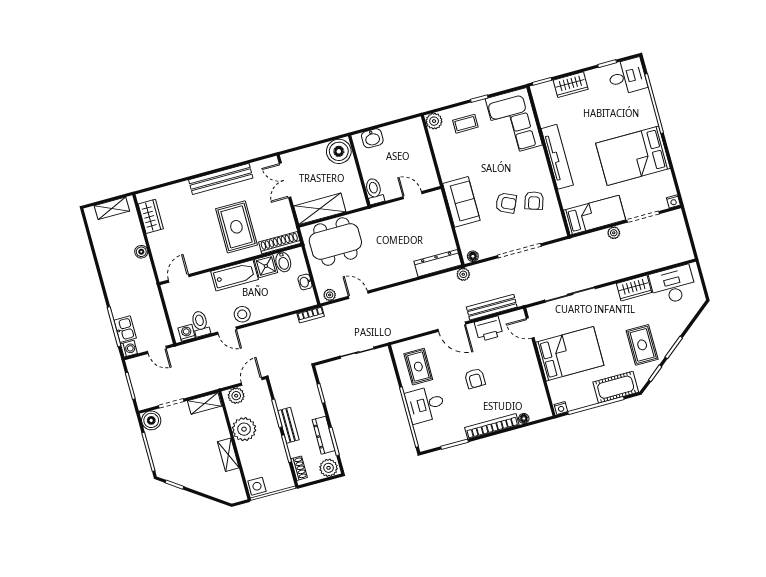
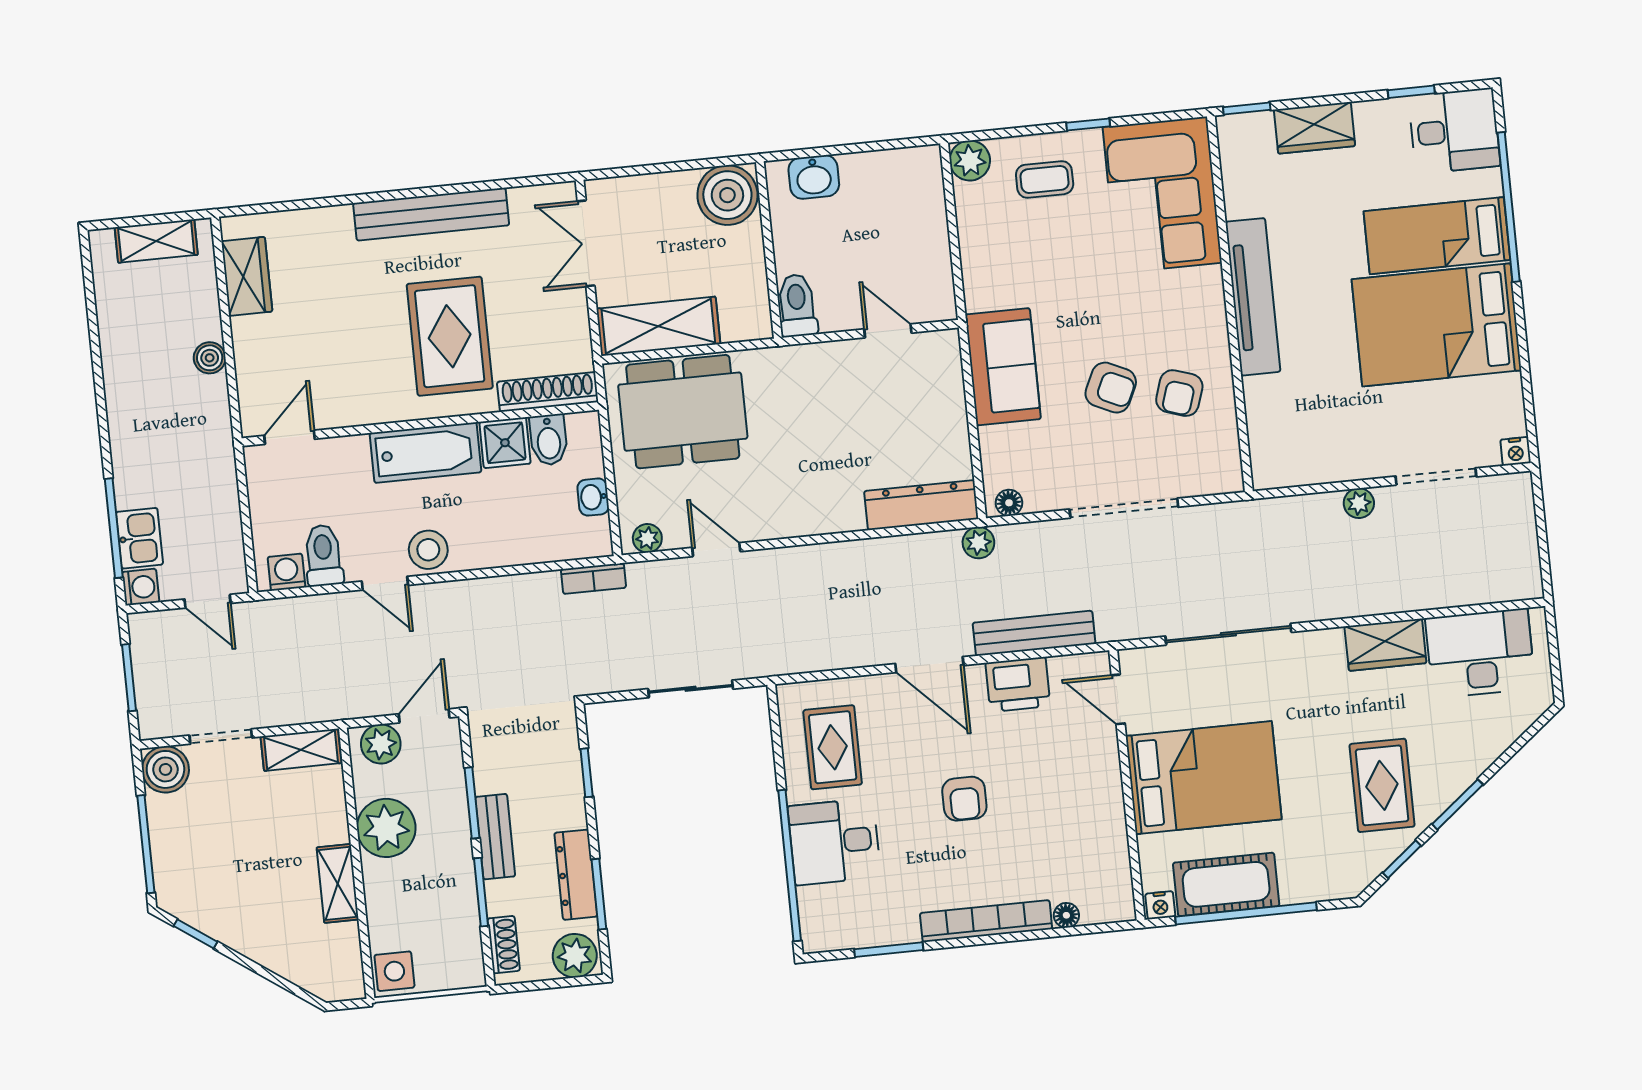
bed: (595, 215) -> (1437, 236), moved, turned 180
cot: (616, 387) -> (1226, 884), moved

